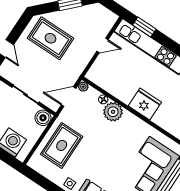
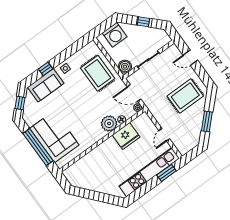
door: (69, 97) -> (134, 93), swing flipped
fridge: (145, 104) -> (126, 136), moved

